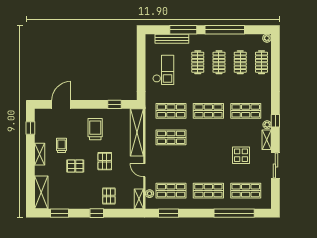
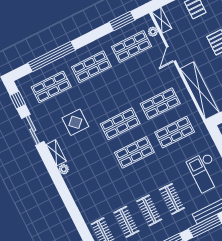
shop shelf: (246, 111) -> (120, 124), moved
window: (275, 121) -> (18, 100), moved
door: (144, 170) -> (171, 54), swing flipped

